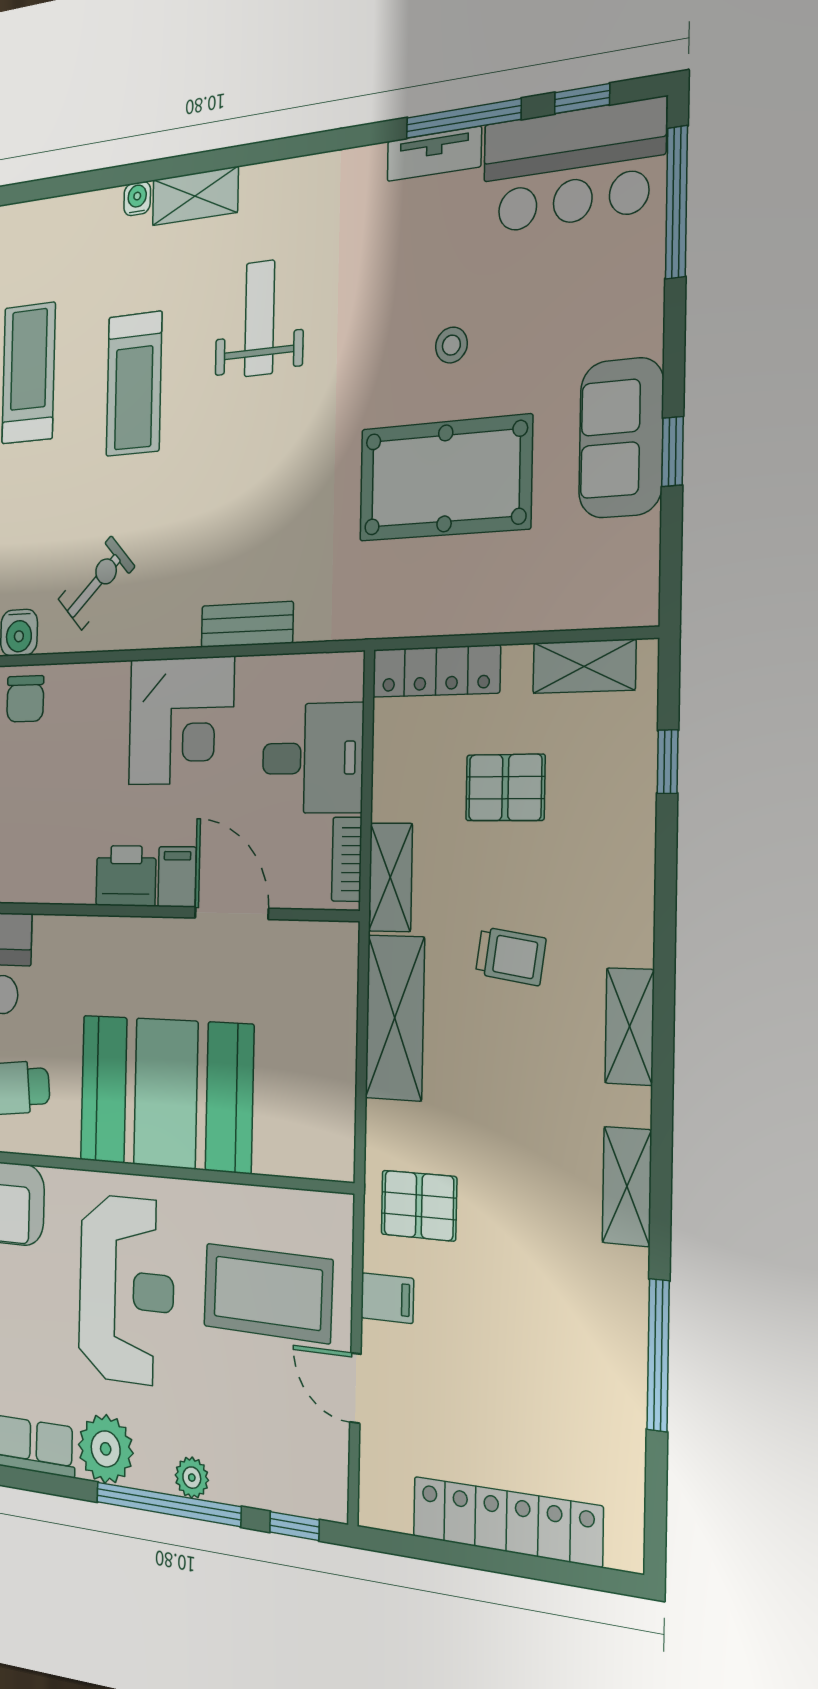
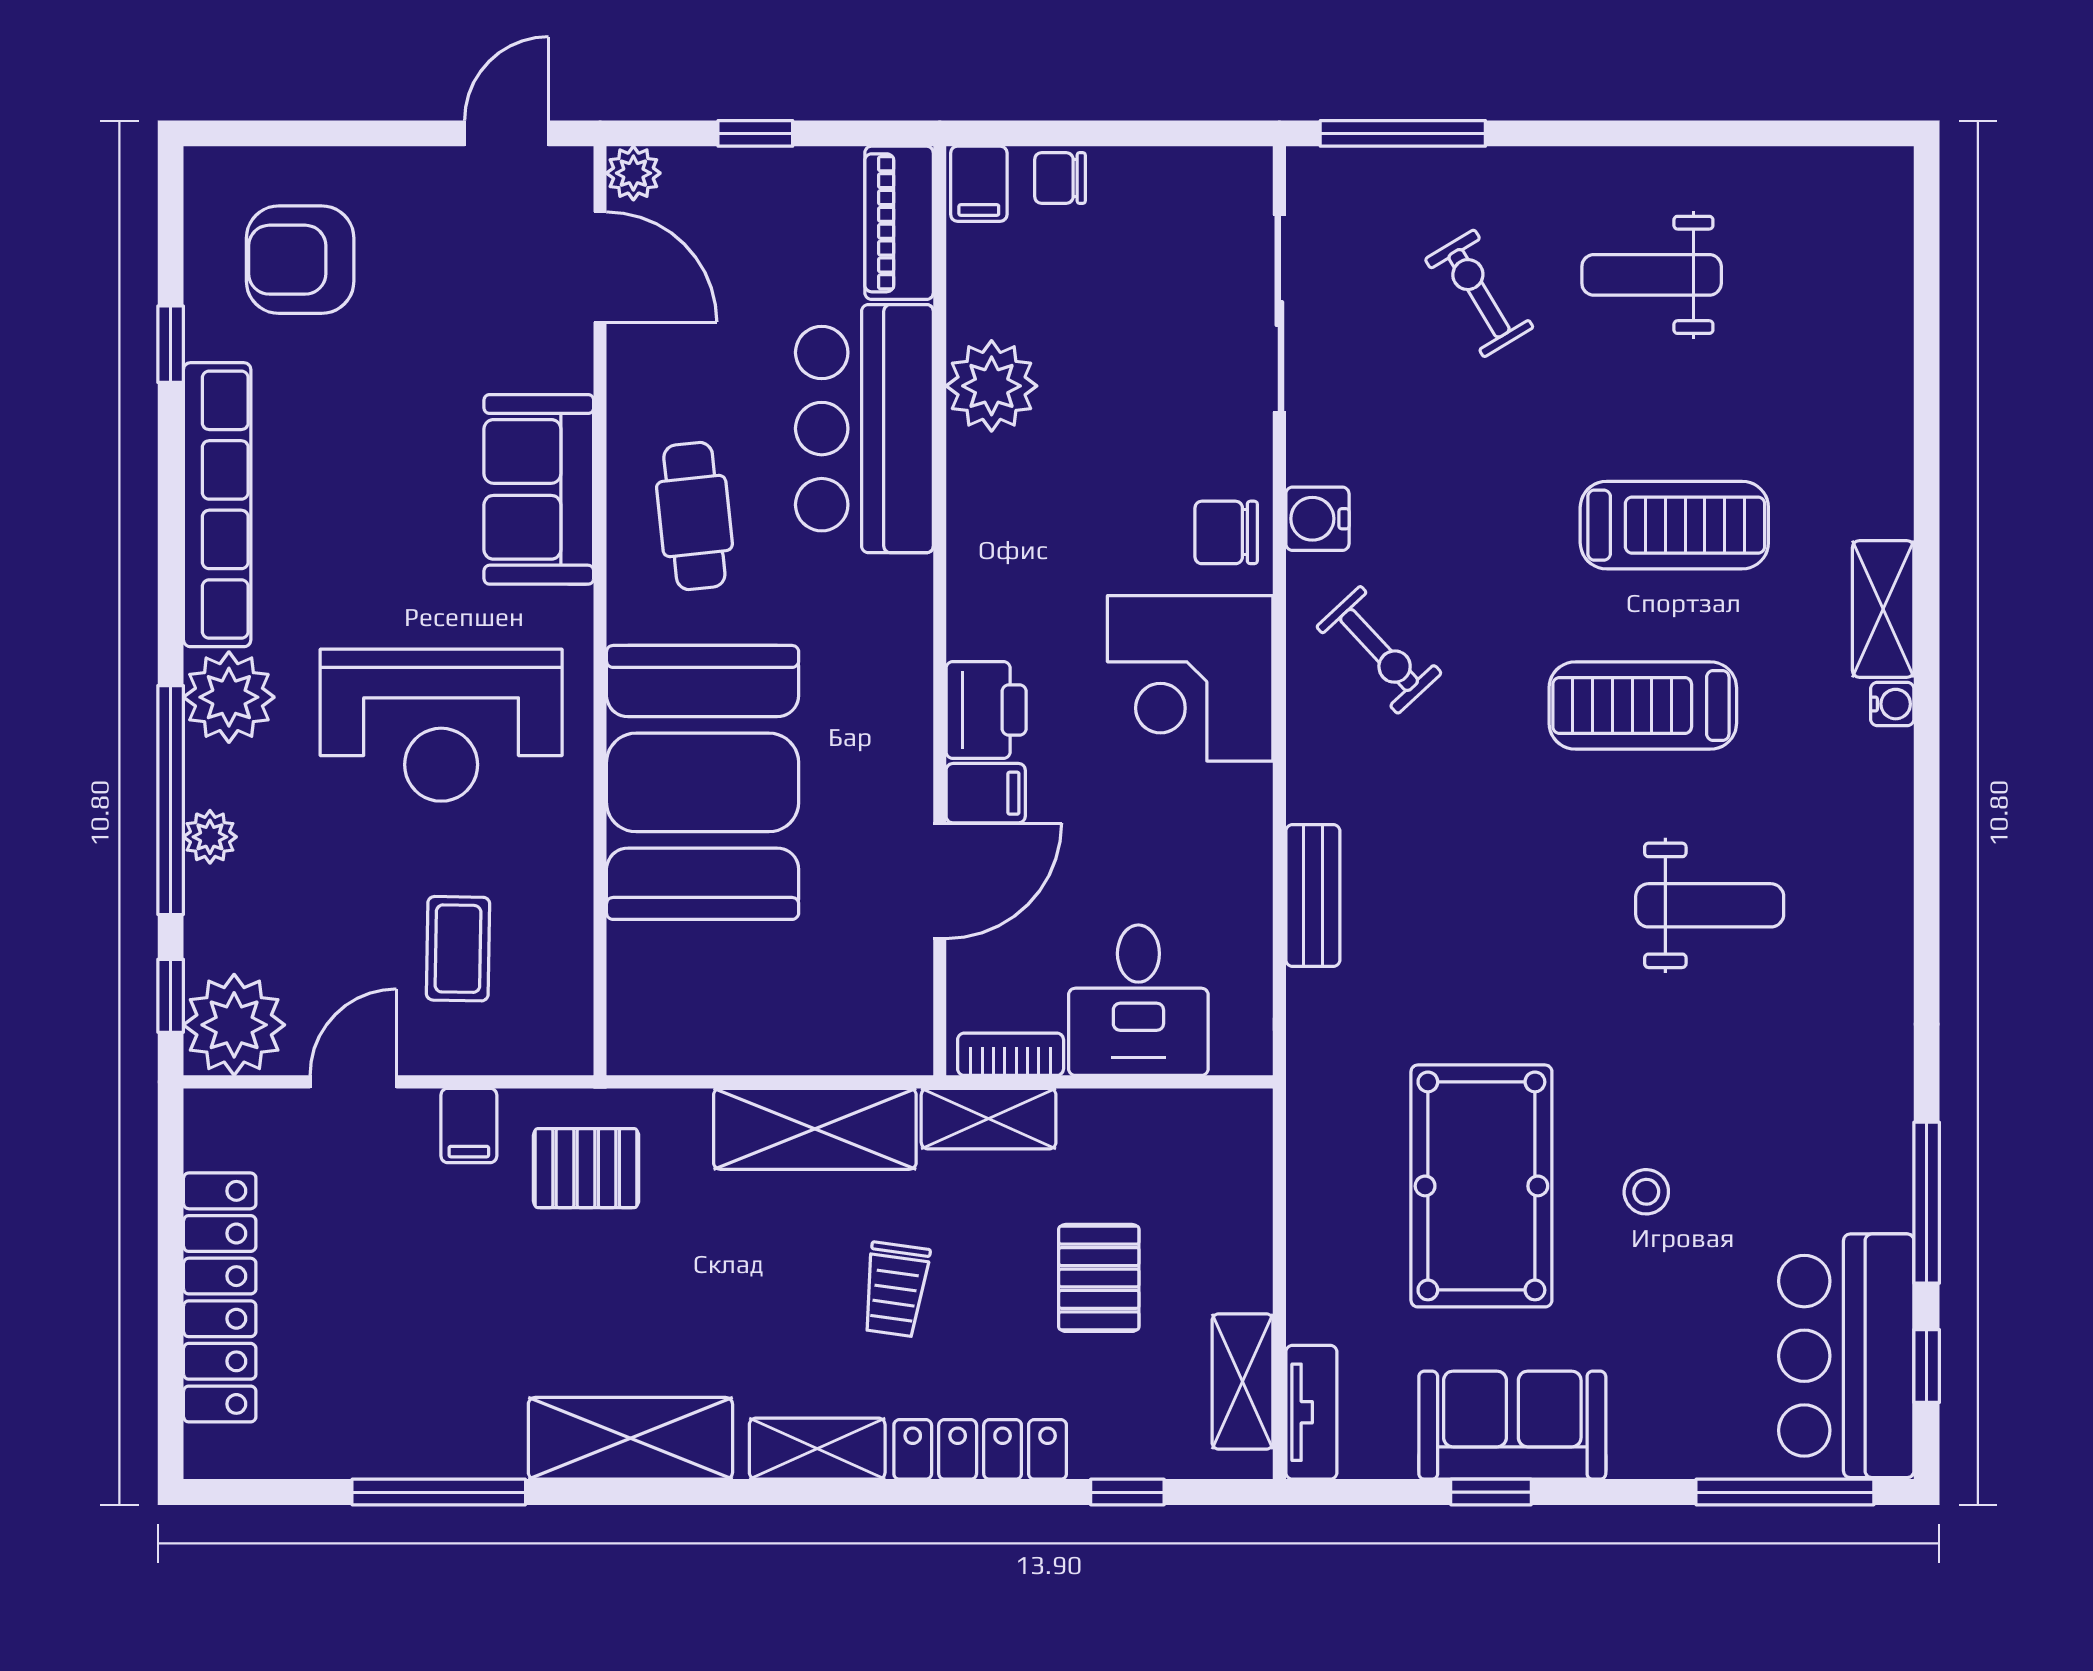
tv unit: (434, 154) -> (1311, 1412), moved, turned 180
shelving: (195, 196) -> (1883, 609), moved
locker: (436, 671) -> (980, 1449), moved, turned 90
corner desk: (181, 721) -> (1190, 678), moved
shelving: (627, 1186) -> (630, 1438), width x1.50, depth x1.33
pallet: (419, 1206) -> (586, 1168), turned 90
coffee table: (268, 1293) -> (458, 949), width x0.54, depth x0.58
plant: (315, 1478) -> (234, 1025), added

